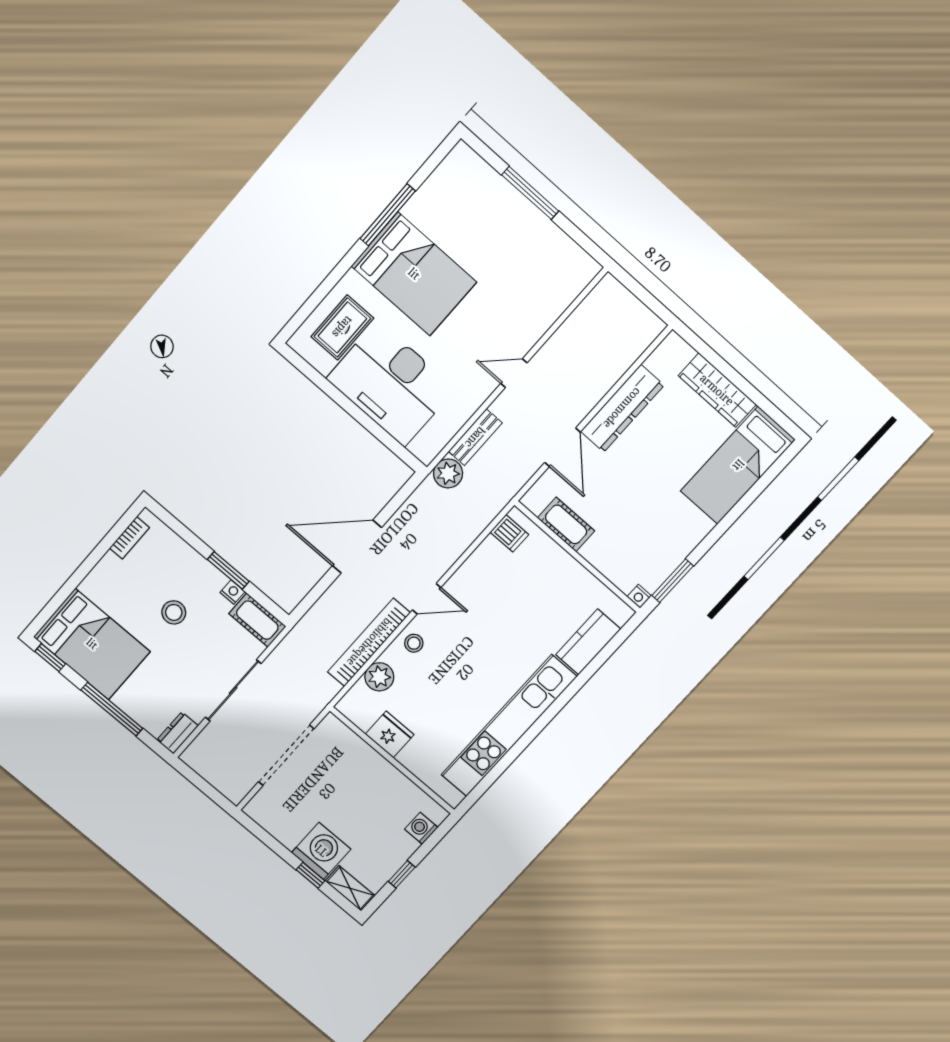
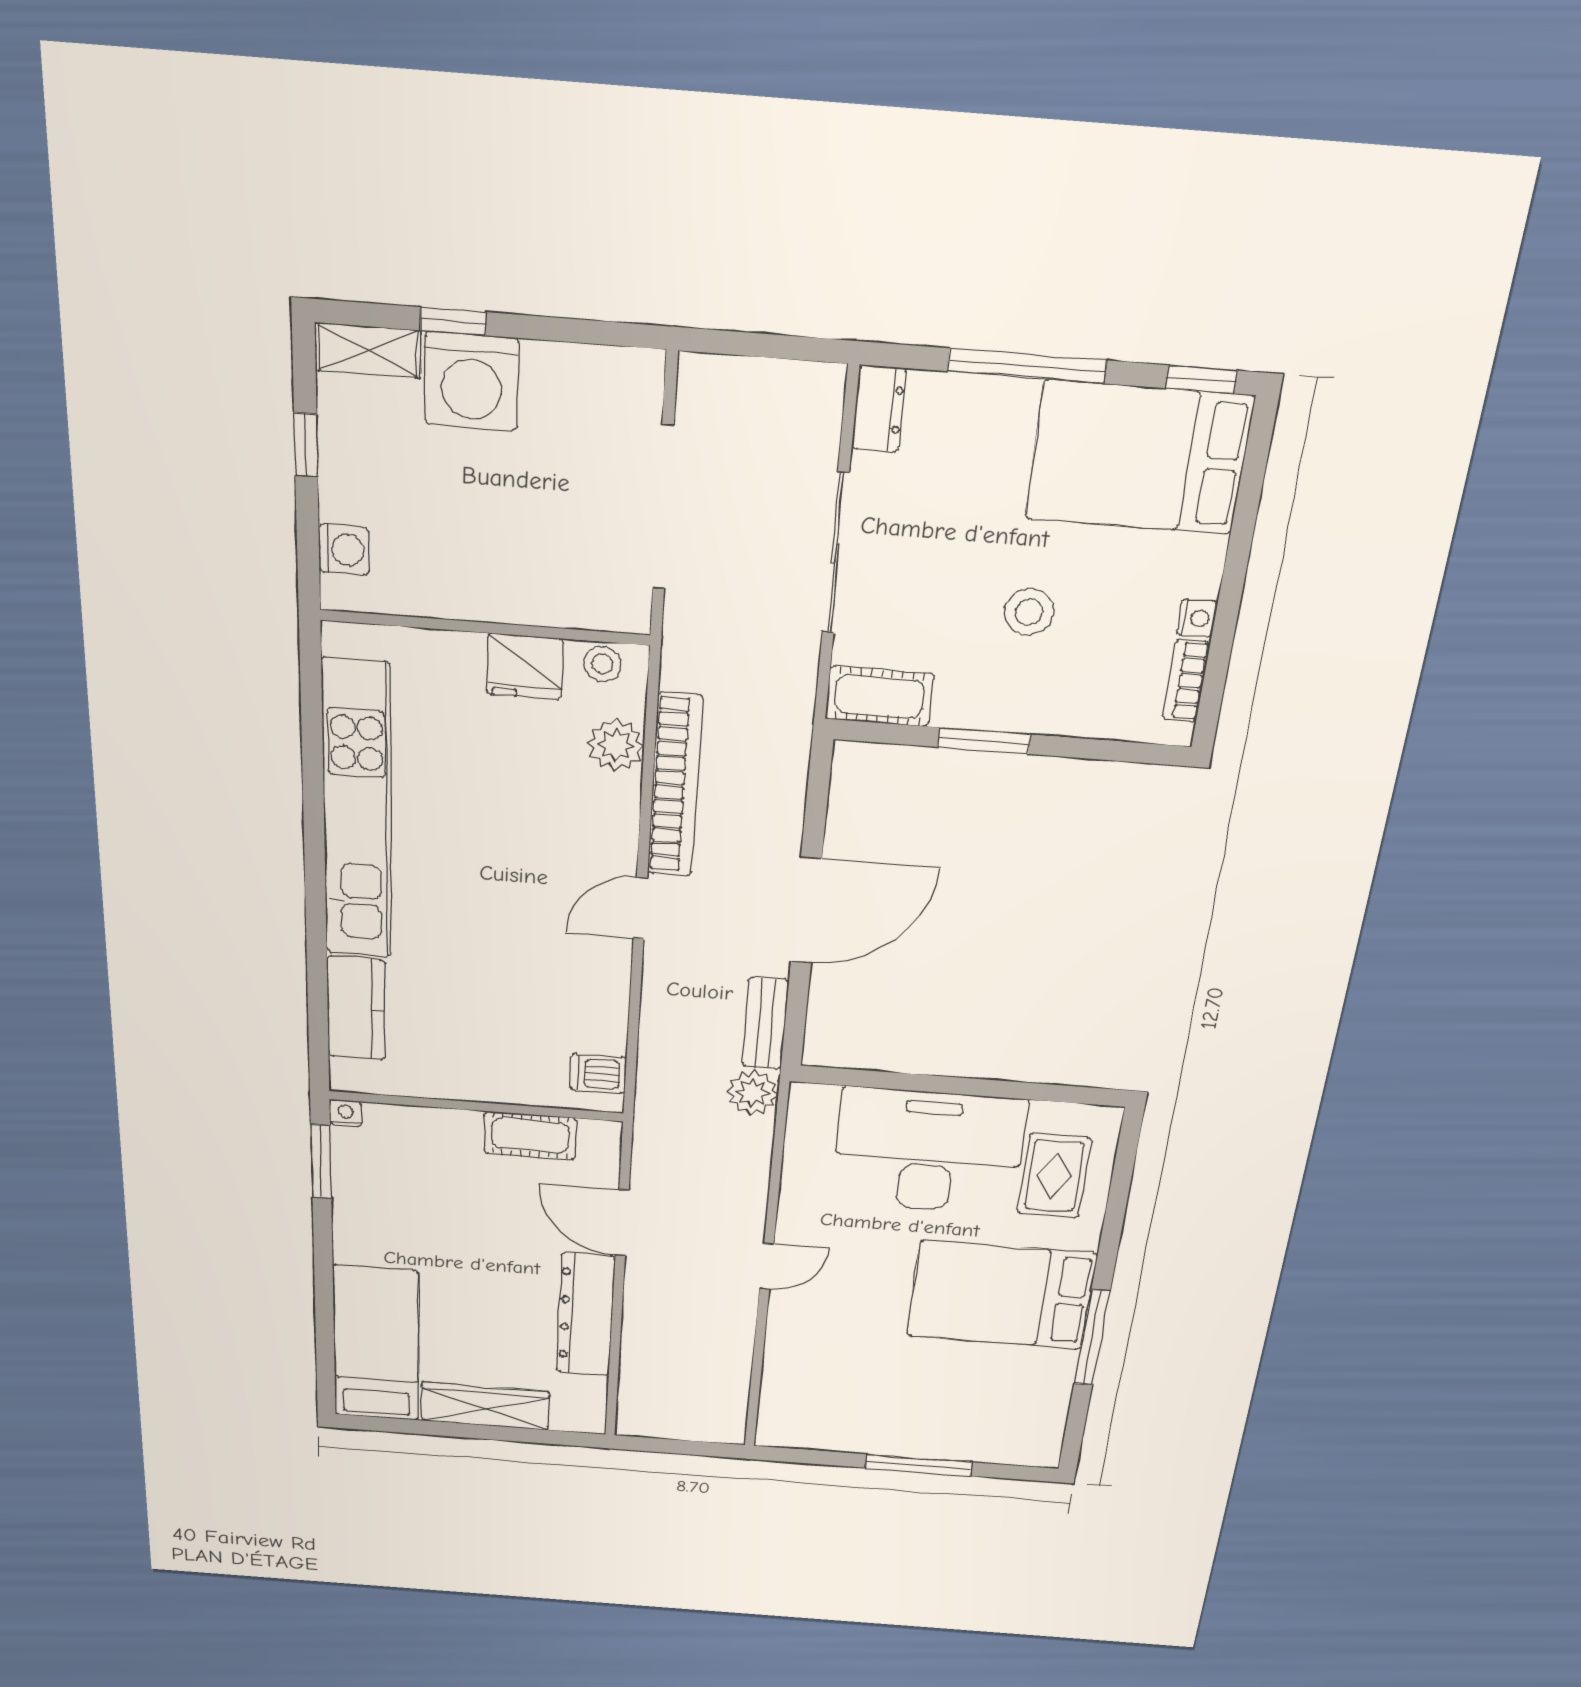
bench: (475, 437) -> (765, 1023), moved
nightstand: (232, 592) -> (1197, 618), moved, turned -90
stool: (414, 643) -> (602, 664), moved

